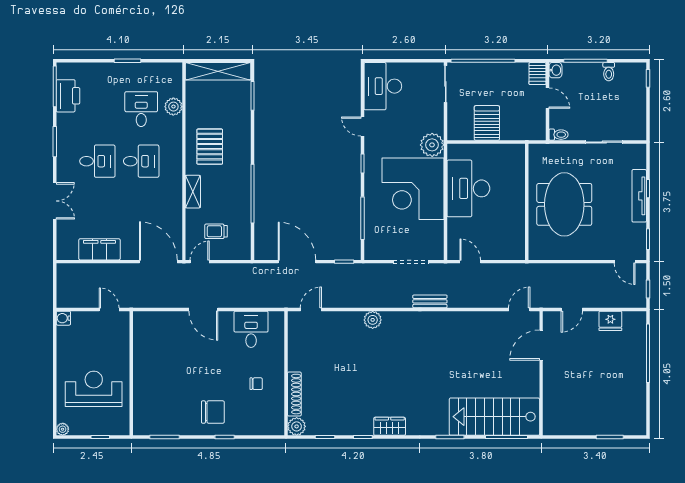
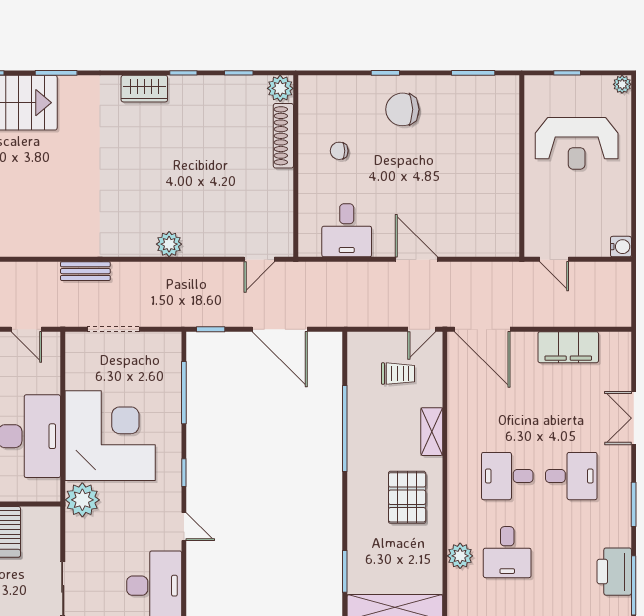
desk: (97, 161) -> (571, 476), turned 180

